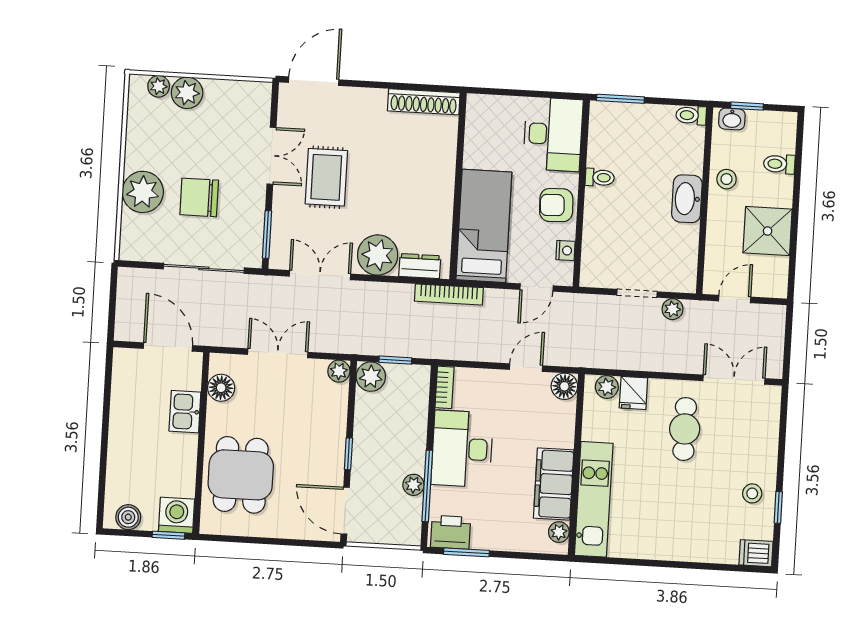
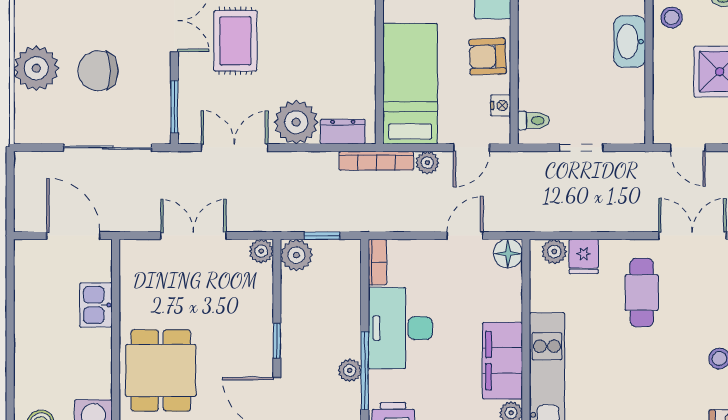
toilet: (600, 177) -> (533, 121), moved
door: (735, 299) -> (688, 148), swing flipped
plant: (673, 309) -> (427, 163), moved
floor lamp: (221, 388) -> (134, 277), removed

